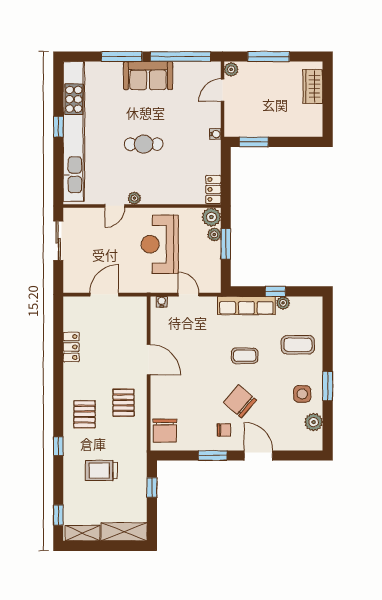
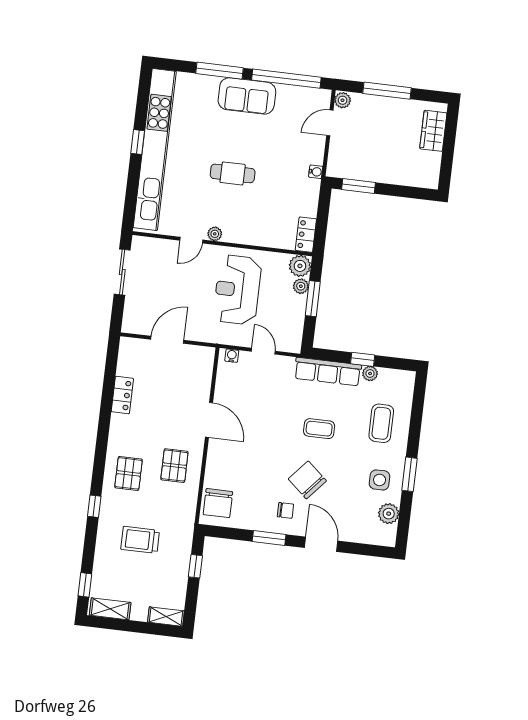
coffee table: (298, 345) -> (381, 423), turned 90
shelving: (124, 532) -> (166, 617), width x0.67, depth x0.75

